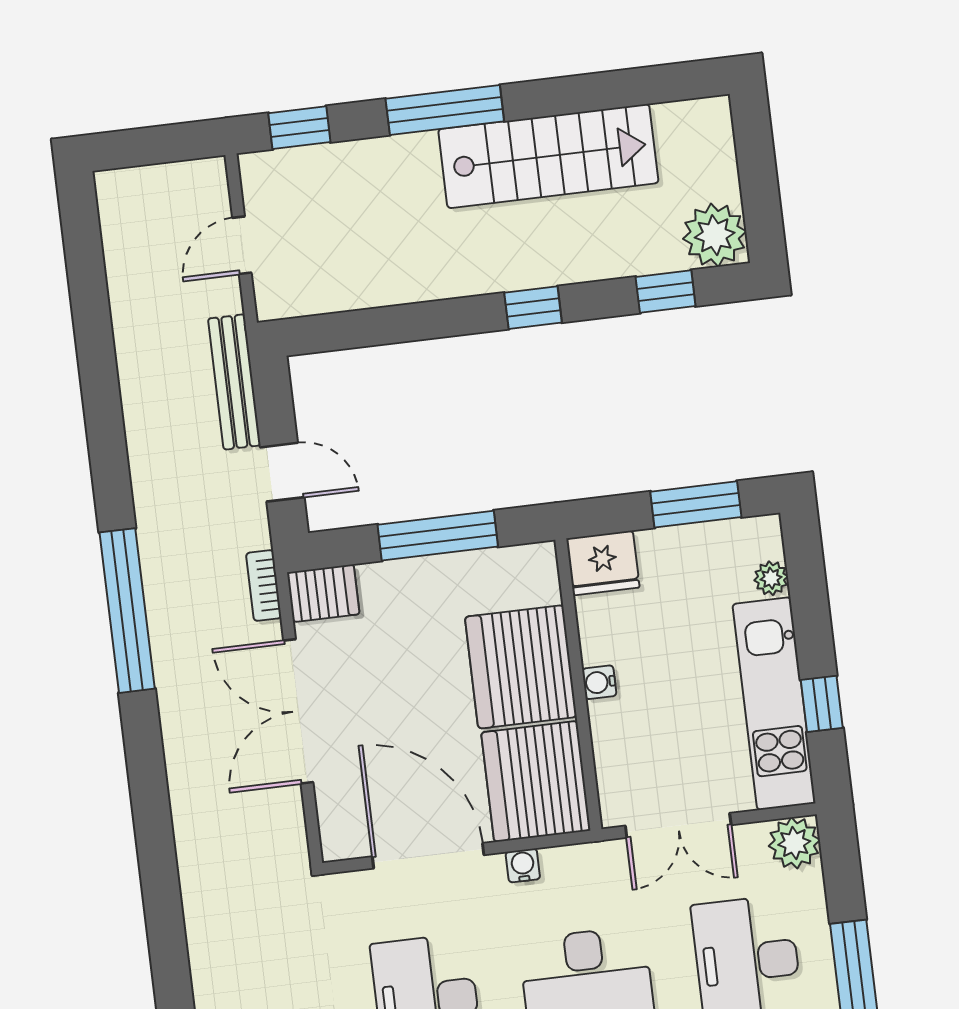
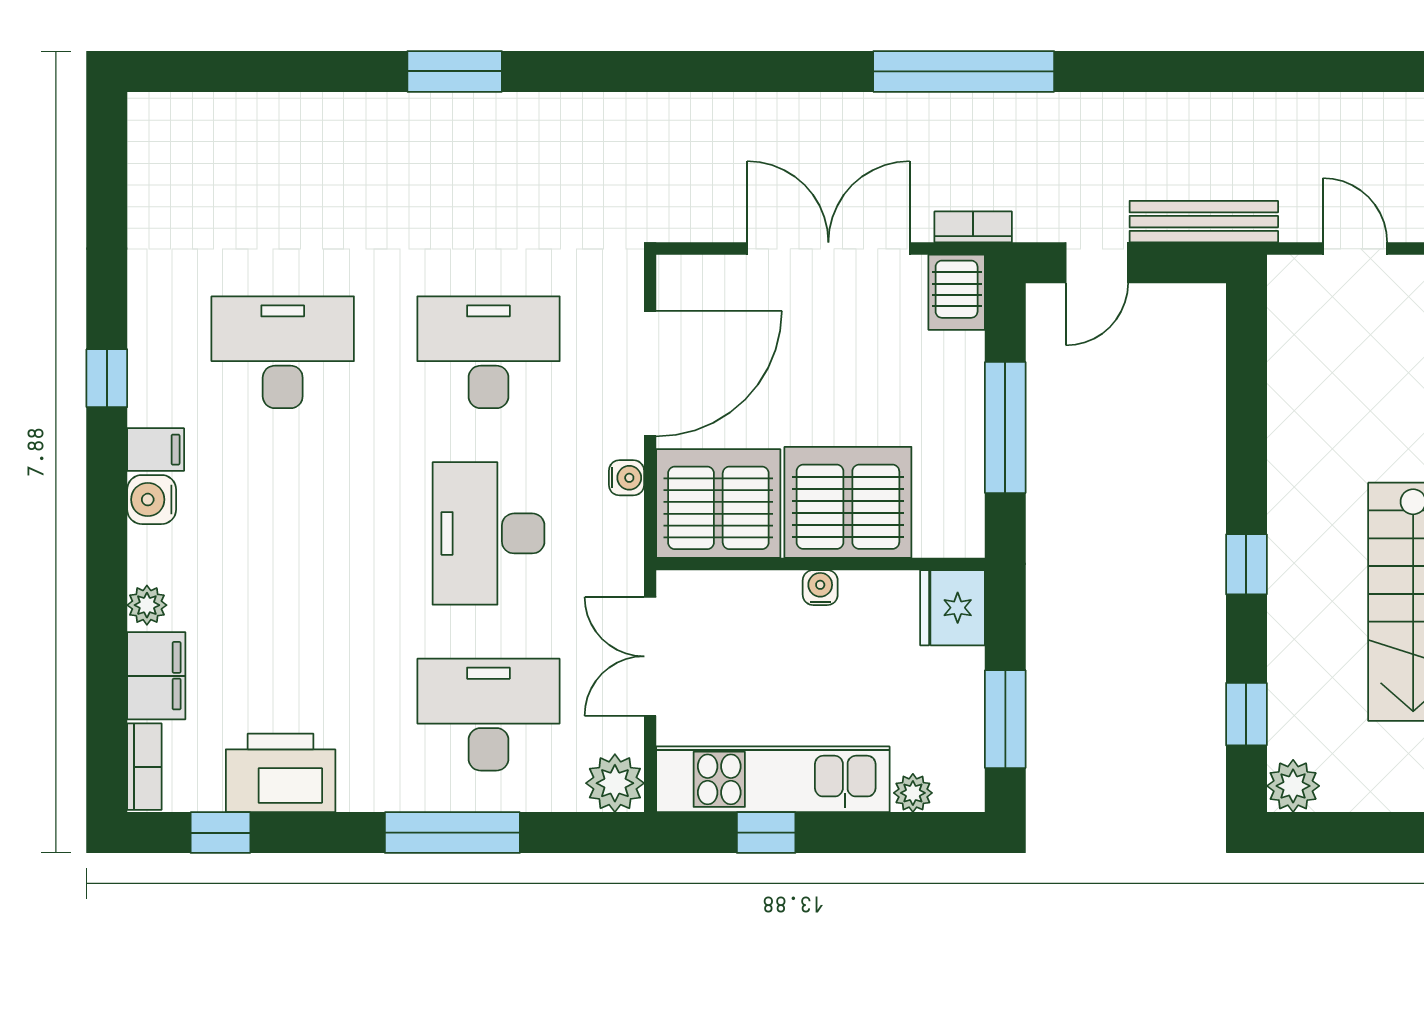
plant: (715, 235) -> (1293, 786), width x0.73, depth x0.73

